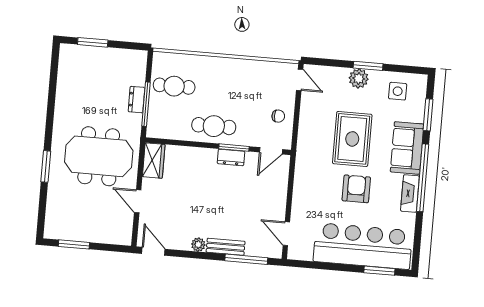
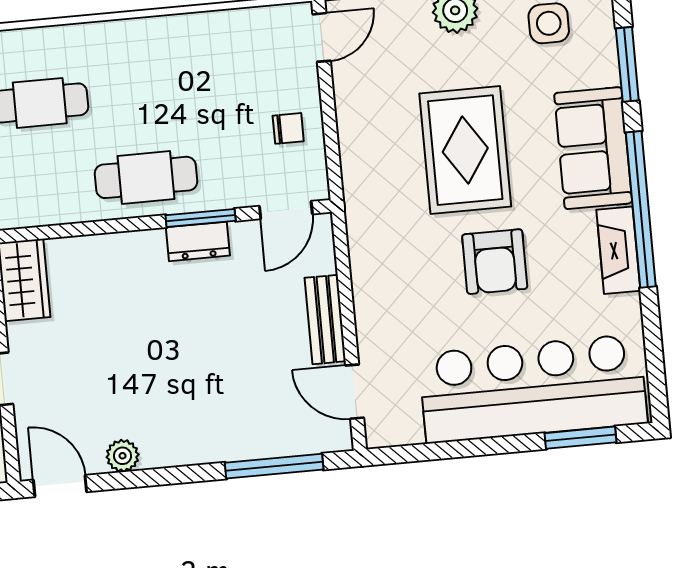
door: (300, 80) -> (322, 37), hinge flipped
armchair: (356, 189) -> (495, 262), turned 180
plant: (198, 245) -> (123, 456), moved
bench: (226, 247) -> (325, 320), moved, turned 90

